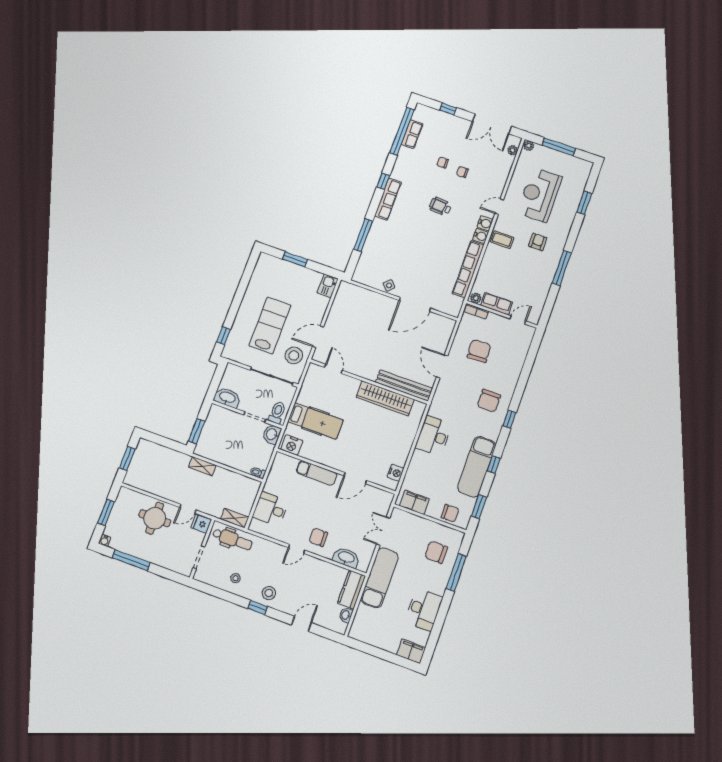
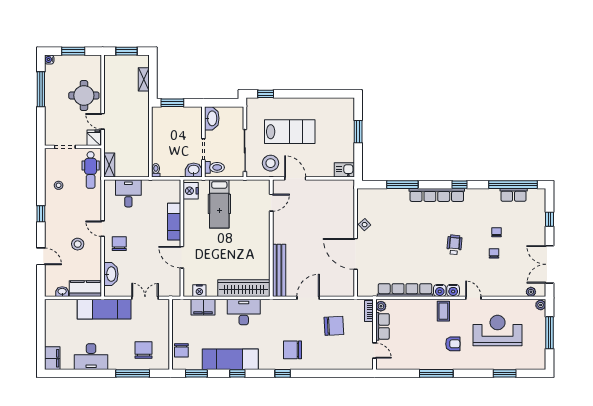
row of seats: (388, 199) -> (437, 195), width x1.36
wardrobe: (385, 398) -> (244, 288), moved, turned 90
shelving: (202, 466) -> (144, 79), moved
filing cabinet: (414, 502) -> (203, 307), moved, turned 90
stool: (269, 593) -> (78, 244), moved

